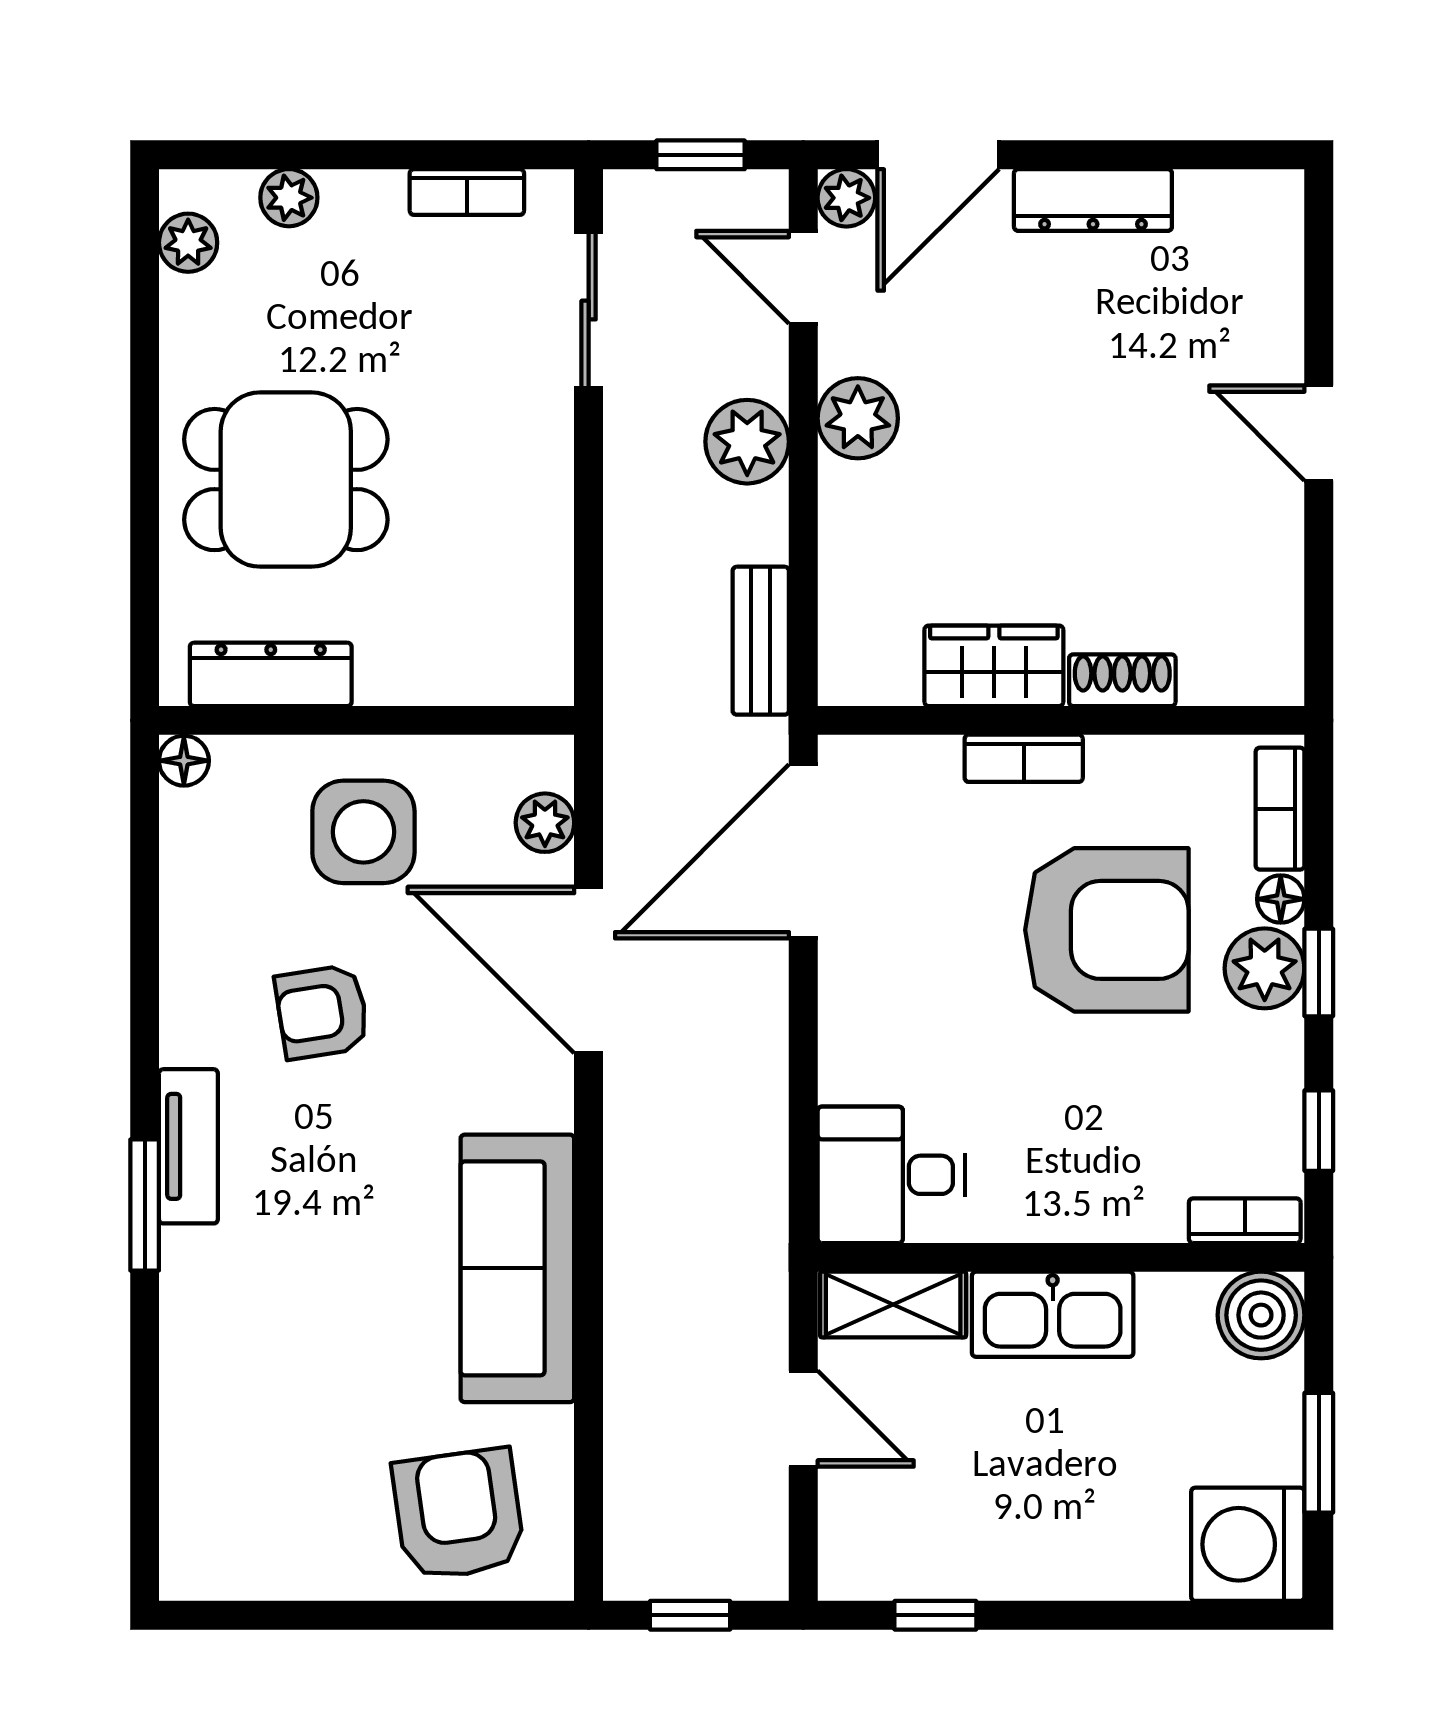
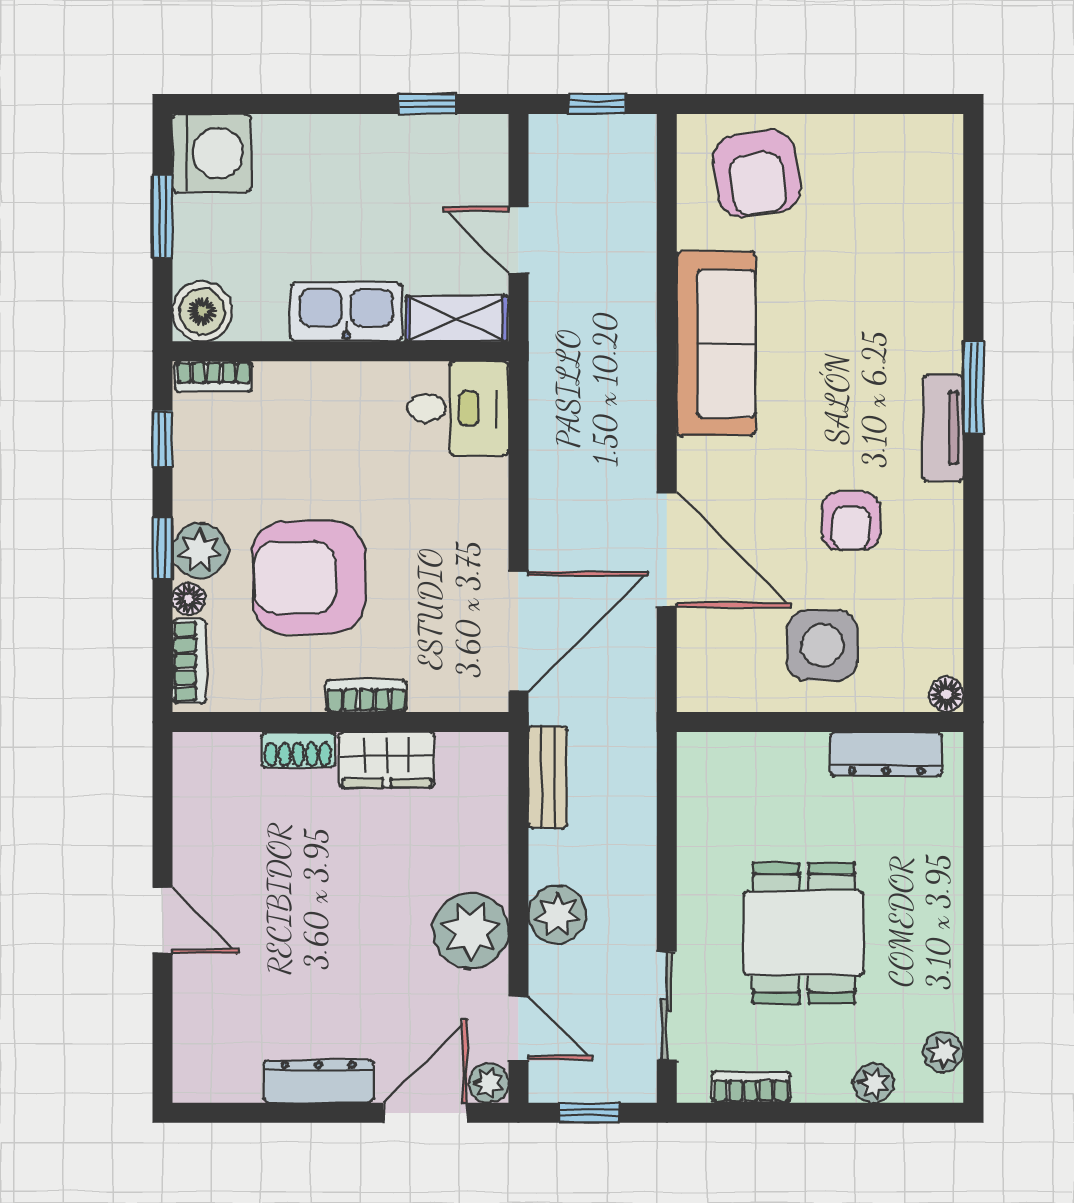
plant: (858, 418) -> (471, 931), width x1.36, depth x1.36
dining table: (286, 480) -> (804, 933), moved, turned 90
plant: (545, 823) -> (697, 651), removed
armchair: (322, 1012) -> (851, 521), turned 99

